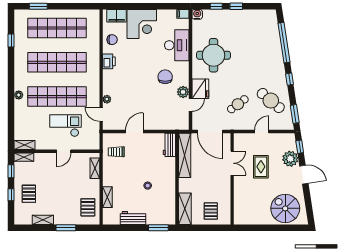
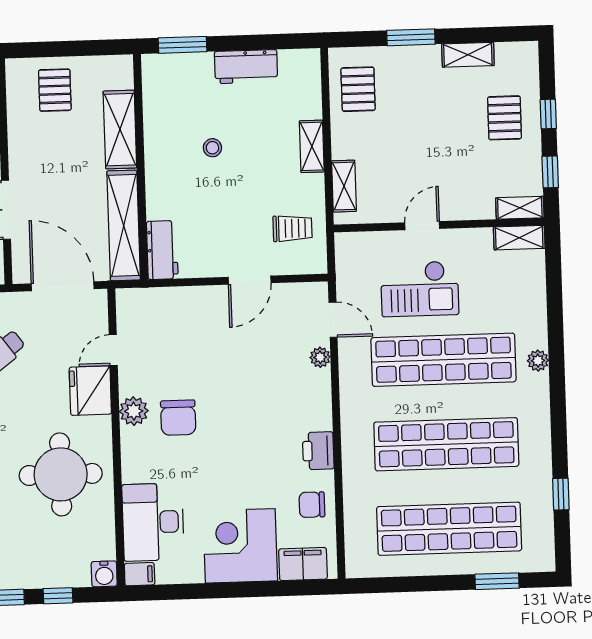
desk: (177, 45) -> (153, 522), moved
plant: (183, 92) -> (134, 411), moved
shelving: (107, 197) -> (312, 146), moved
shelving: (185, 209) -> (120, 130), moved

